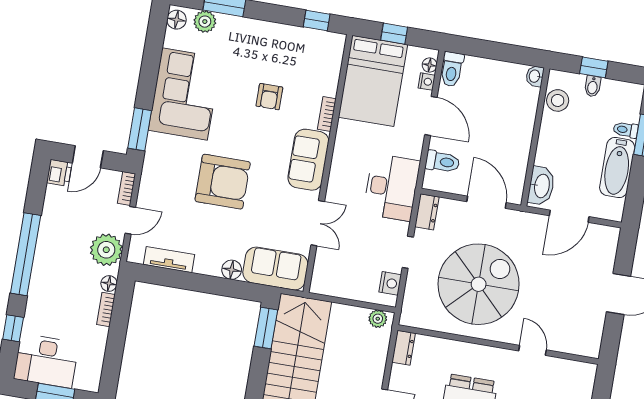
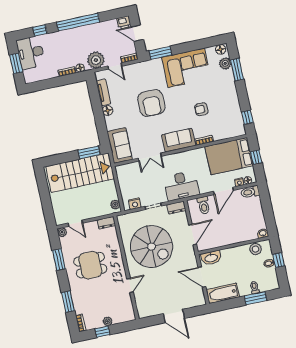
bathtub: (617, 168) -> (223, 293), moved
floor lamp: (232, 270) -> (108, 111), moved

